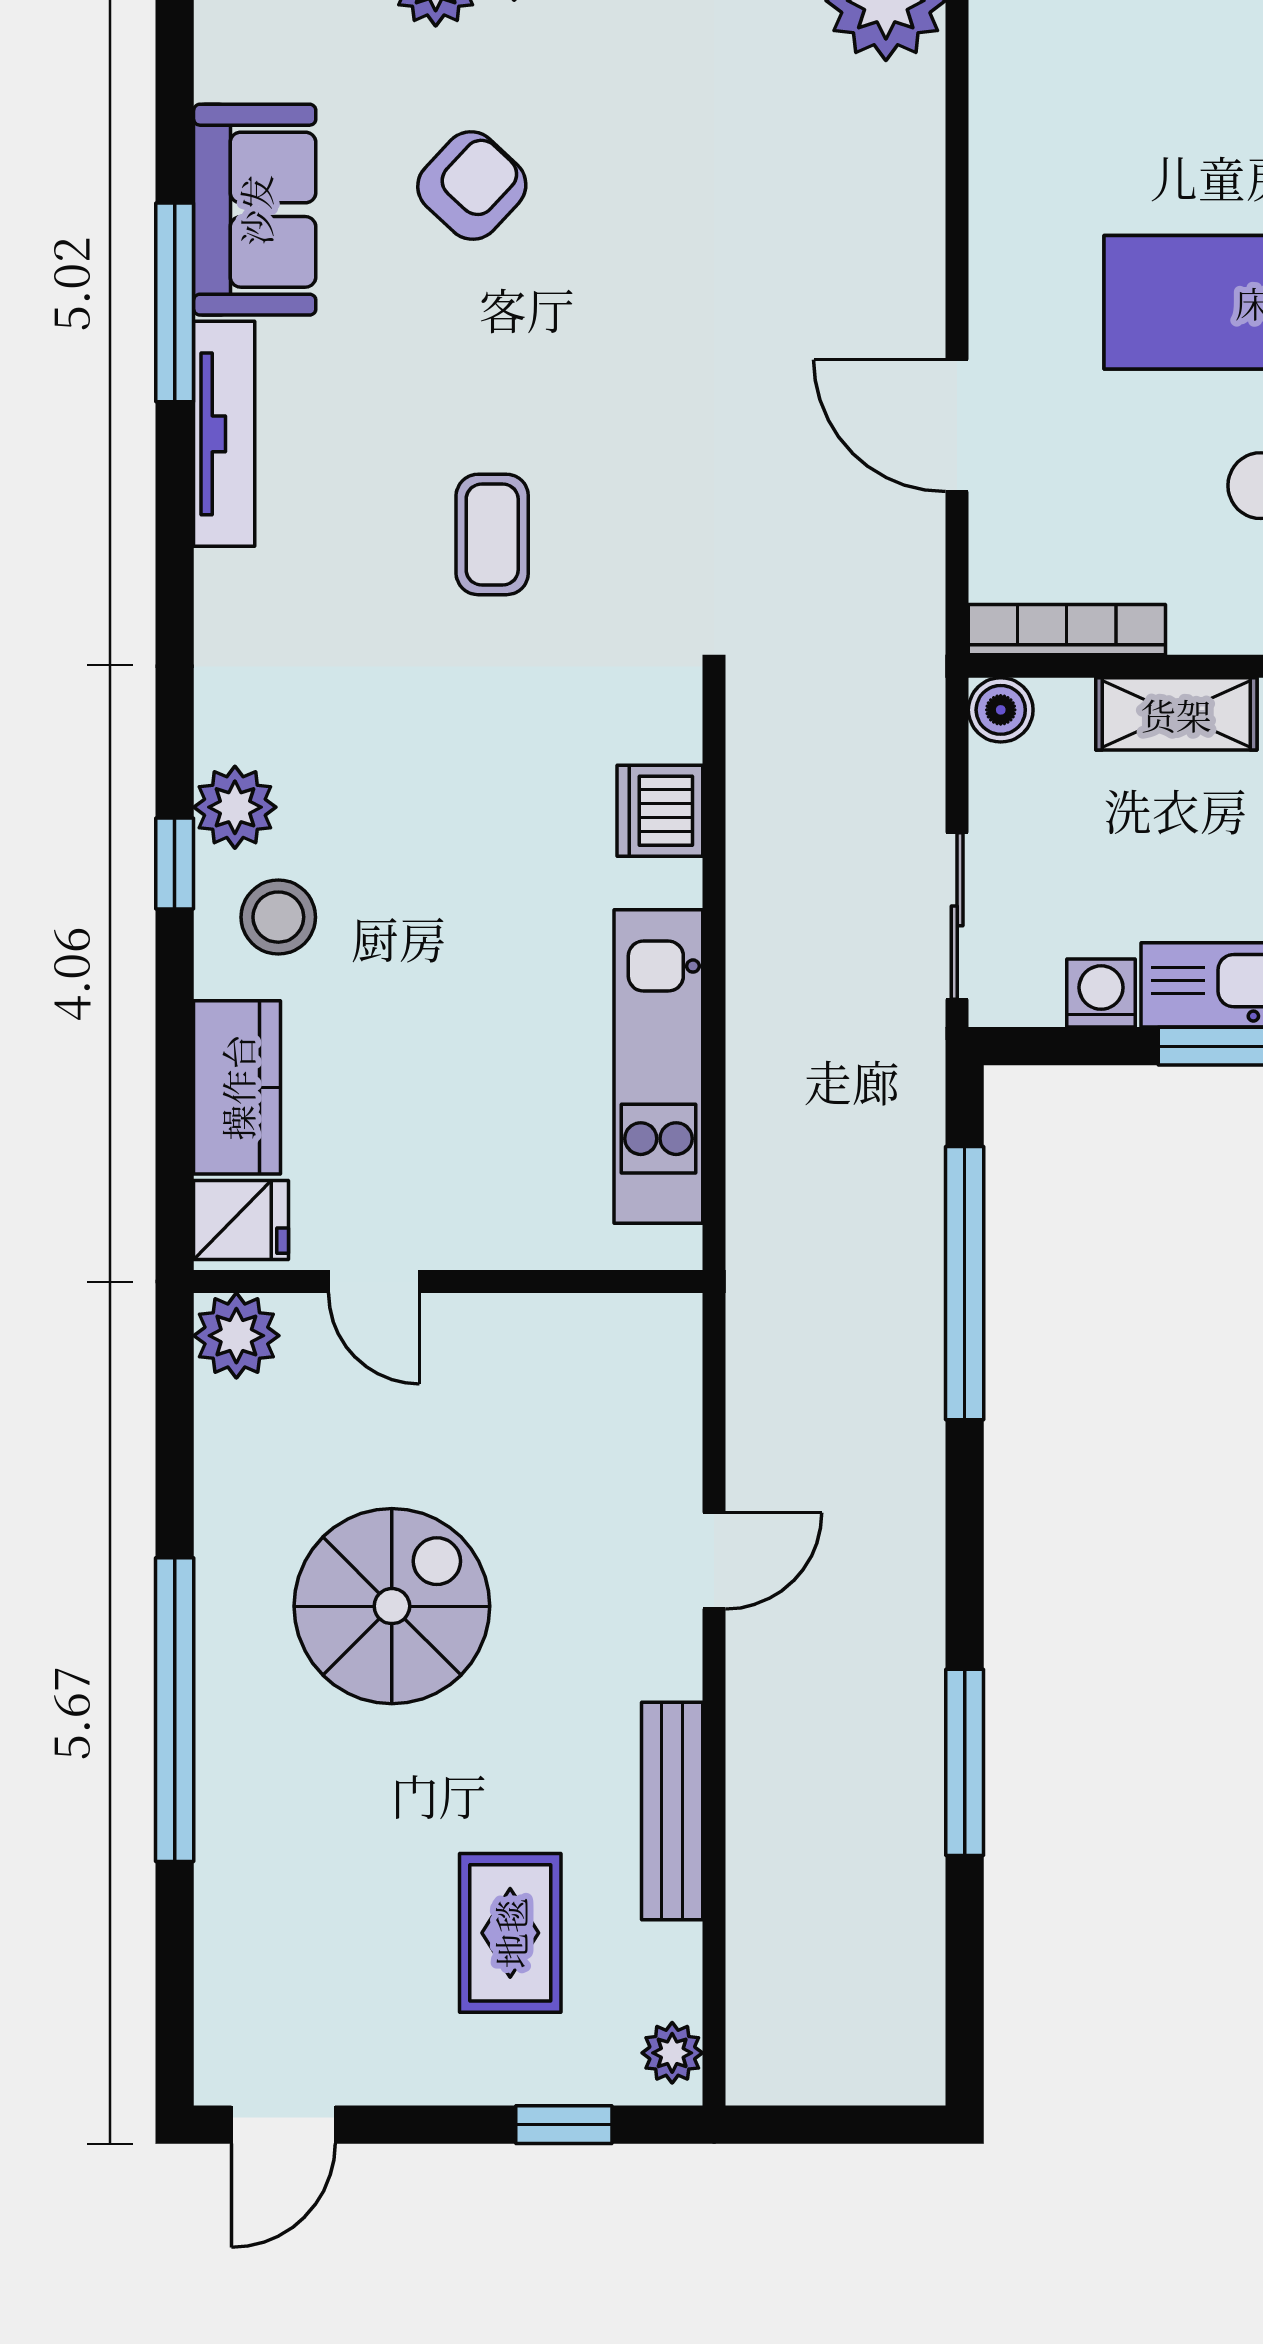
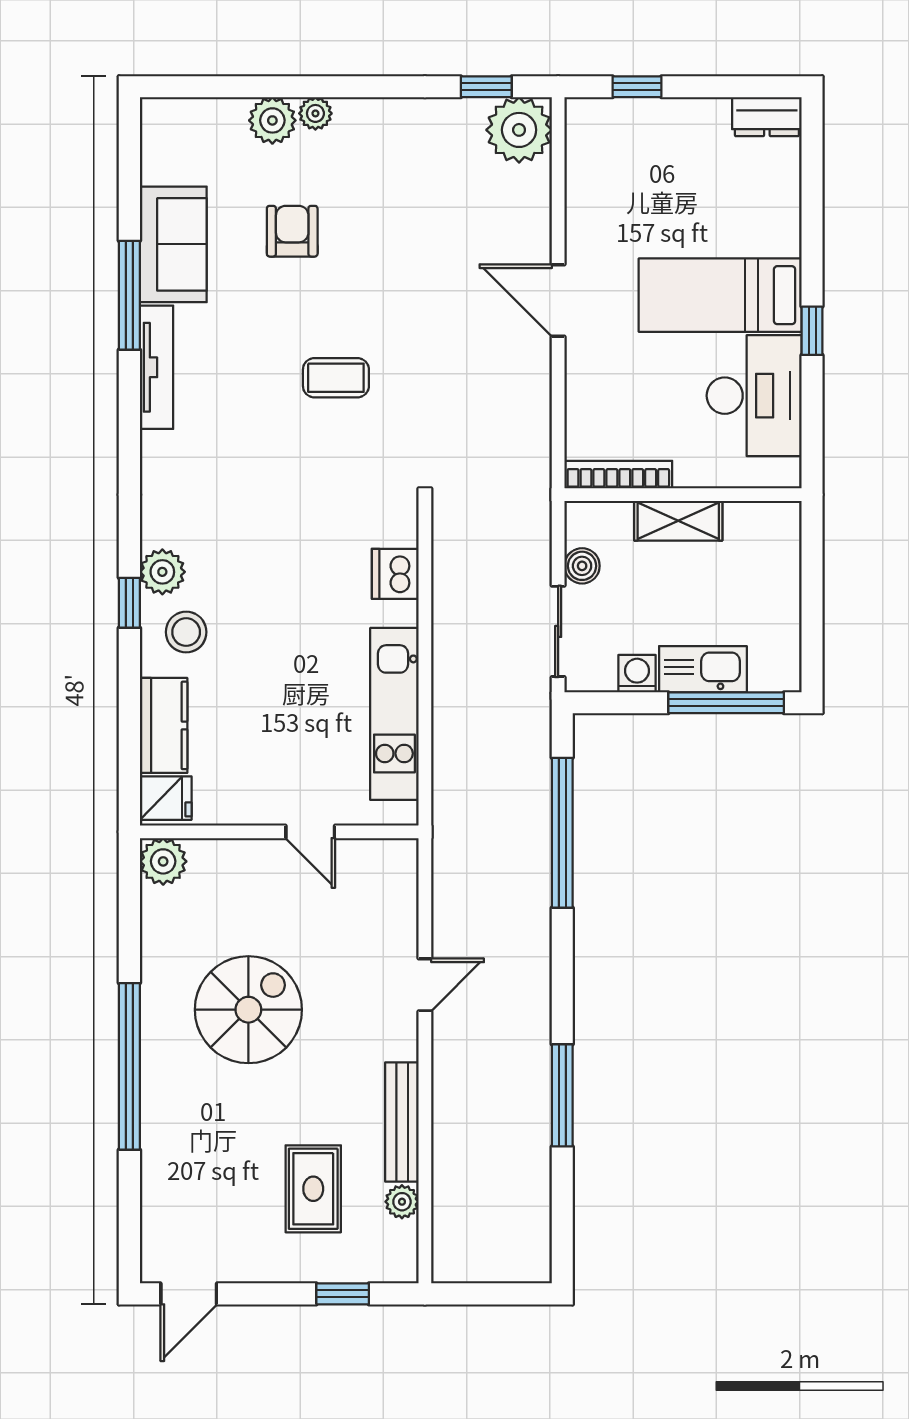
armchair: (472, 186) -> (292, 231), turned -43
door: (957, 426) -> (558, 300), moved
coffee table: (492, 534) -> (336, 378), moved, turned 90
boiler: (1001, 710) -> (582, 566), moved
door: (374, 1282) -> (310, 832), moved
plant: (672, 2053) -> (402, 1202), moved

